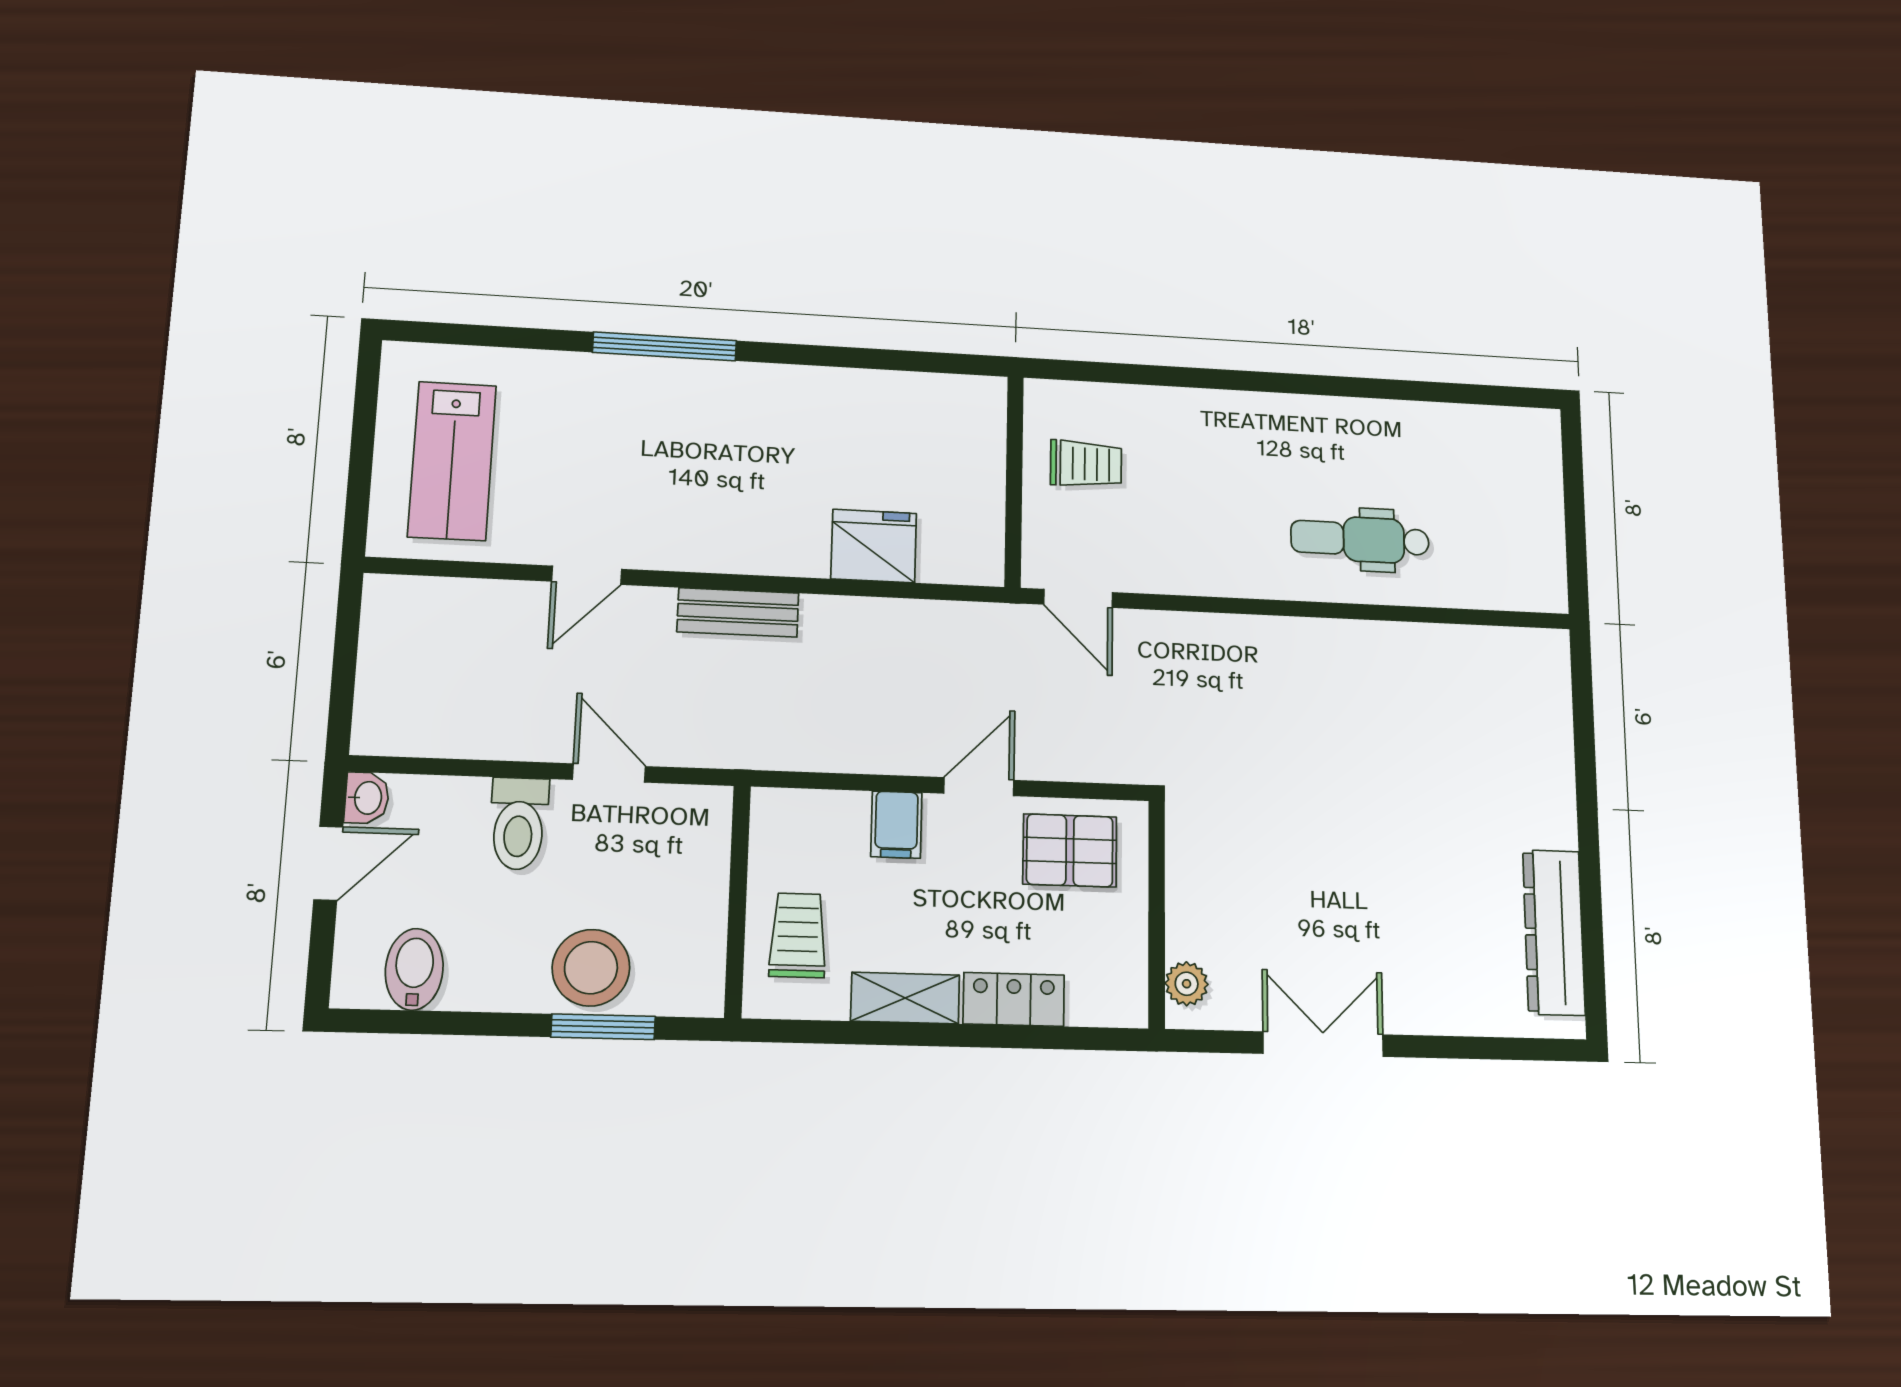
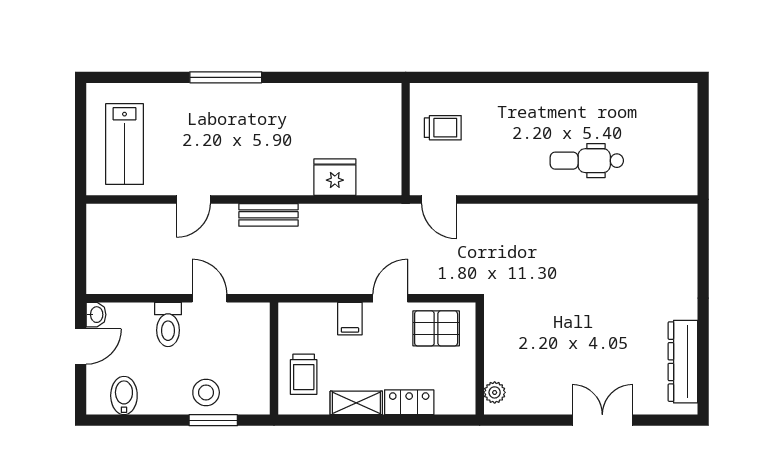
trolley: (798, 935) -> (304, 374), turned 180
stool: (591, 968) -> (206, 392), width x0.73, depth x0.73
double door: (1323, 1044) -> (602, 420), moved

